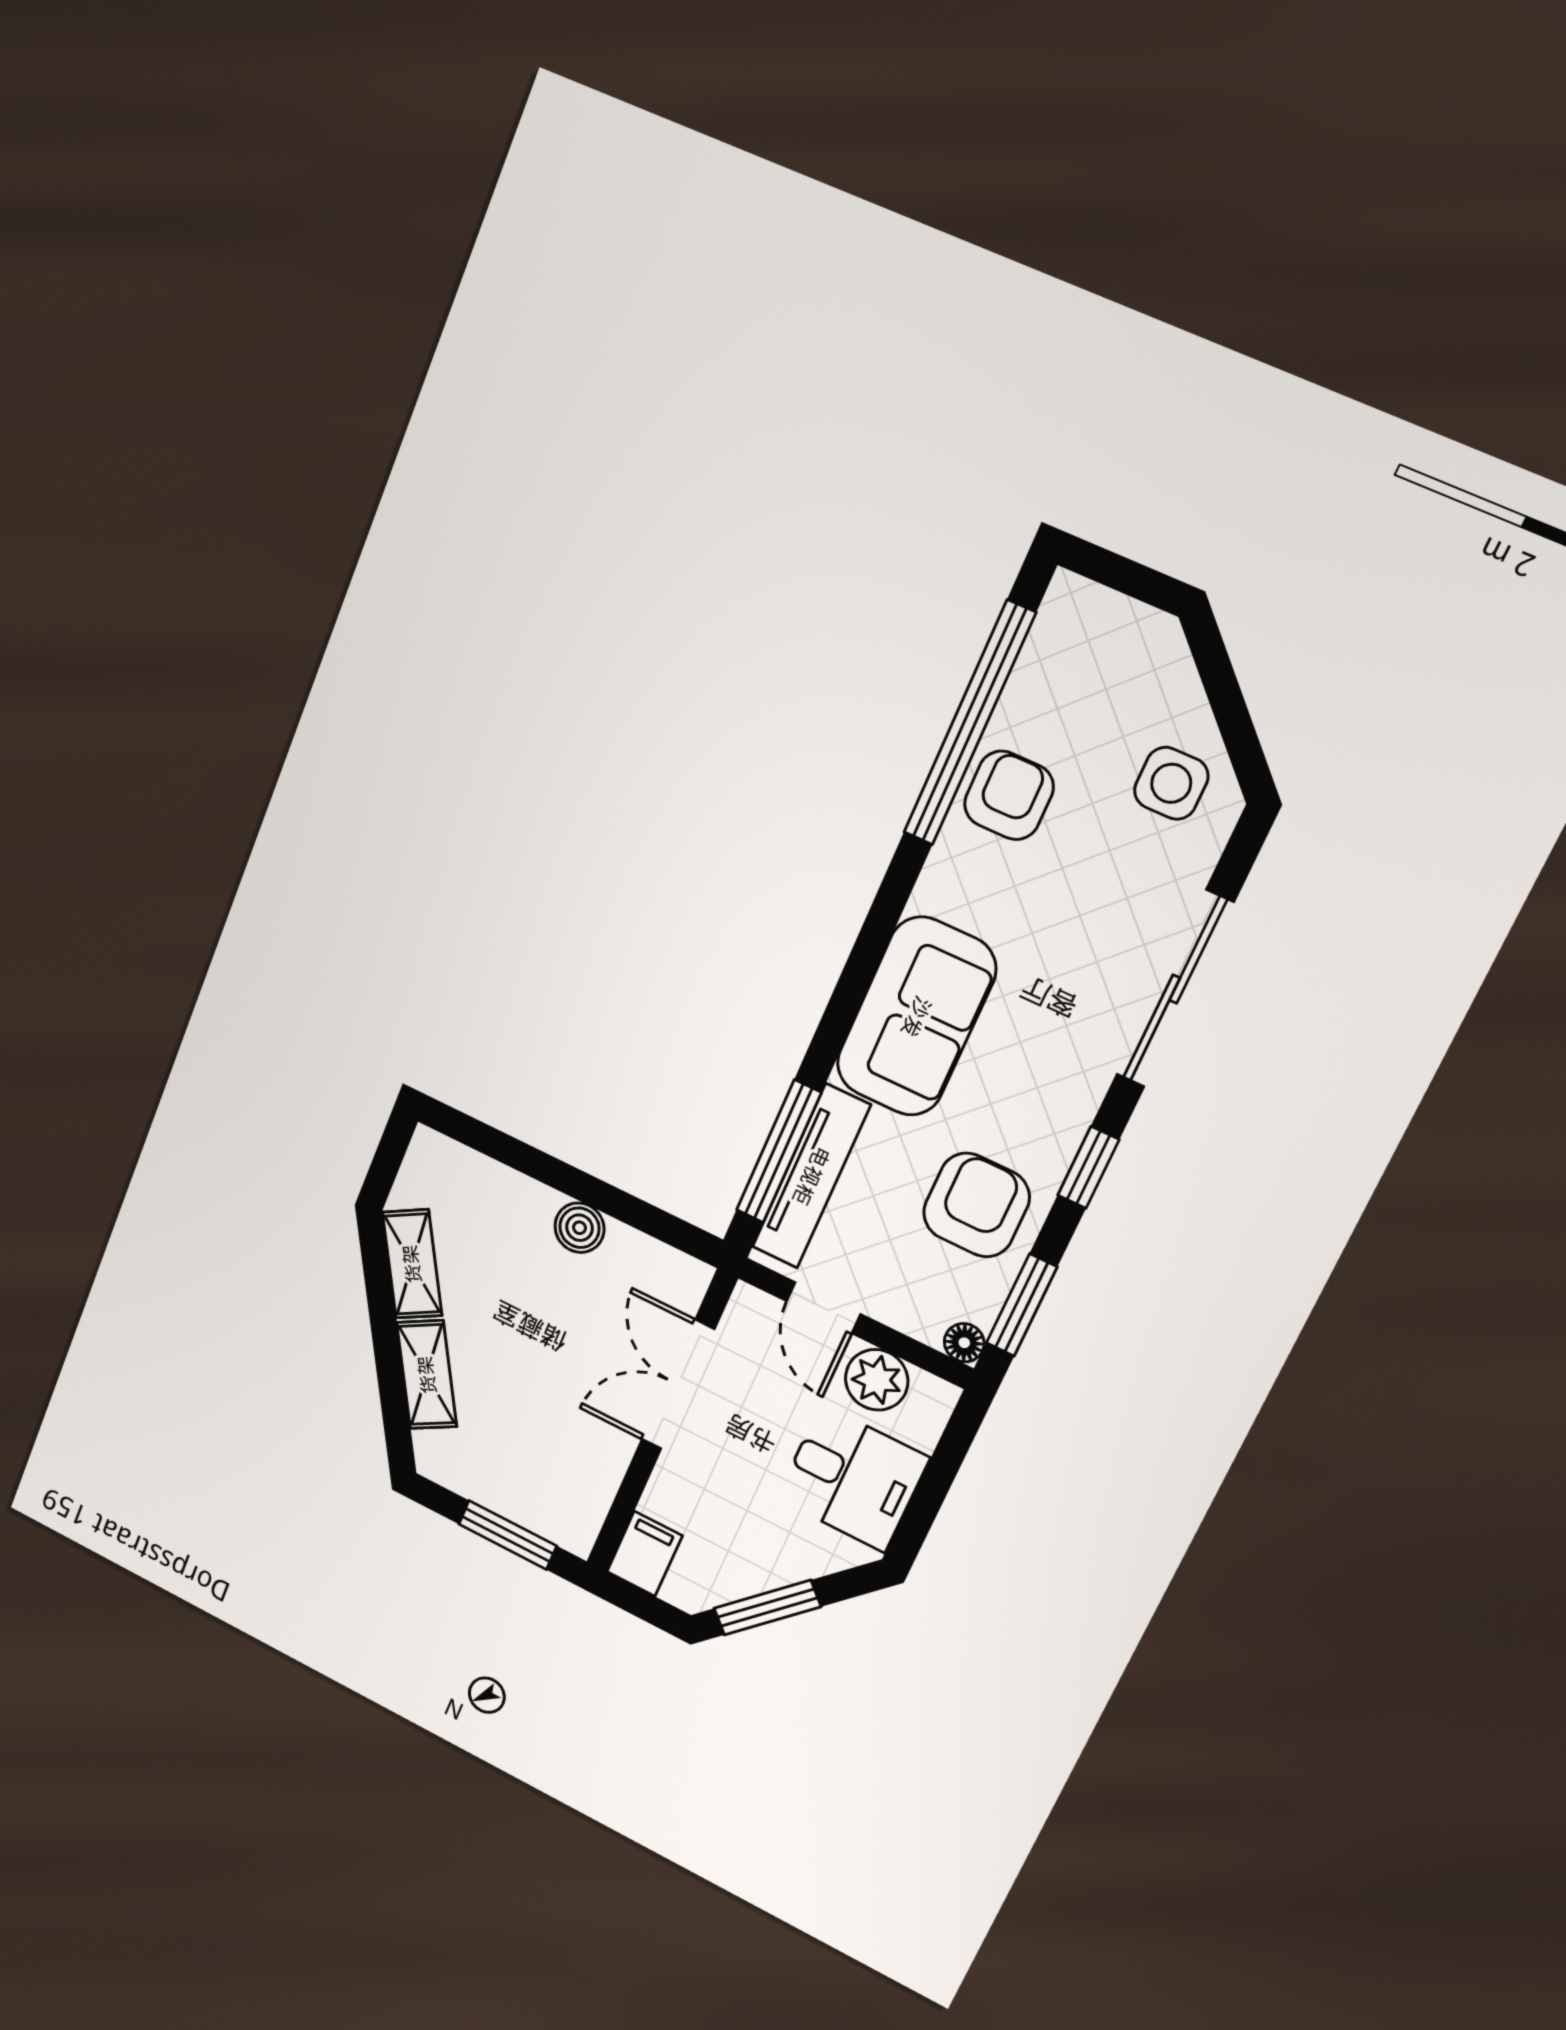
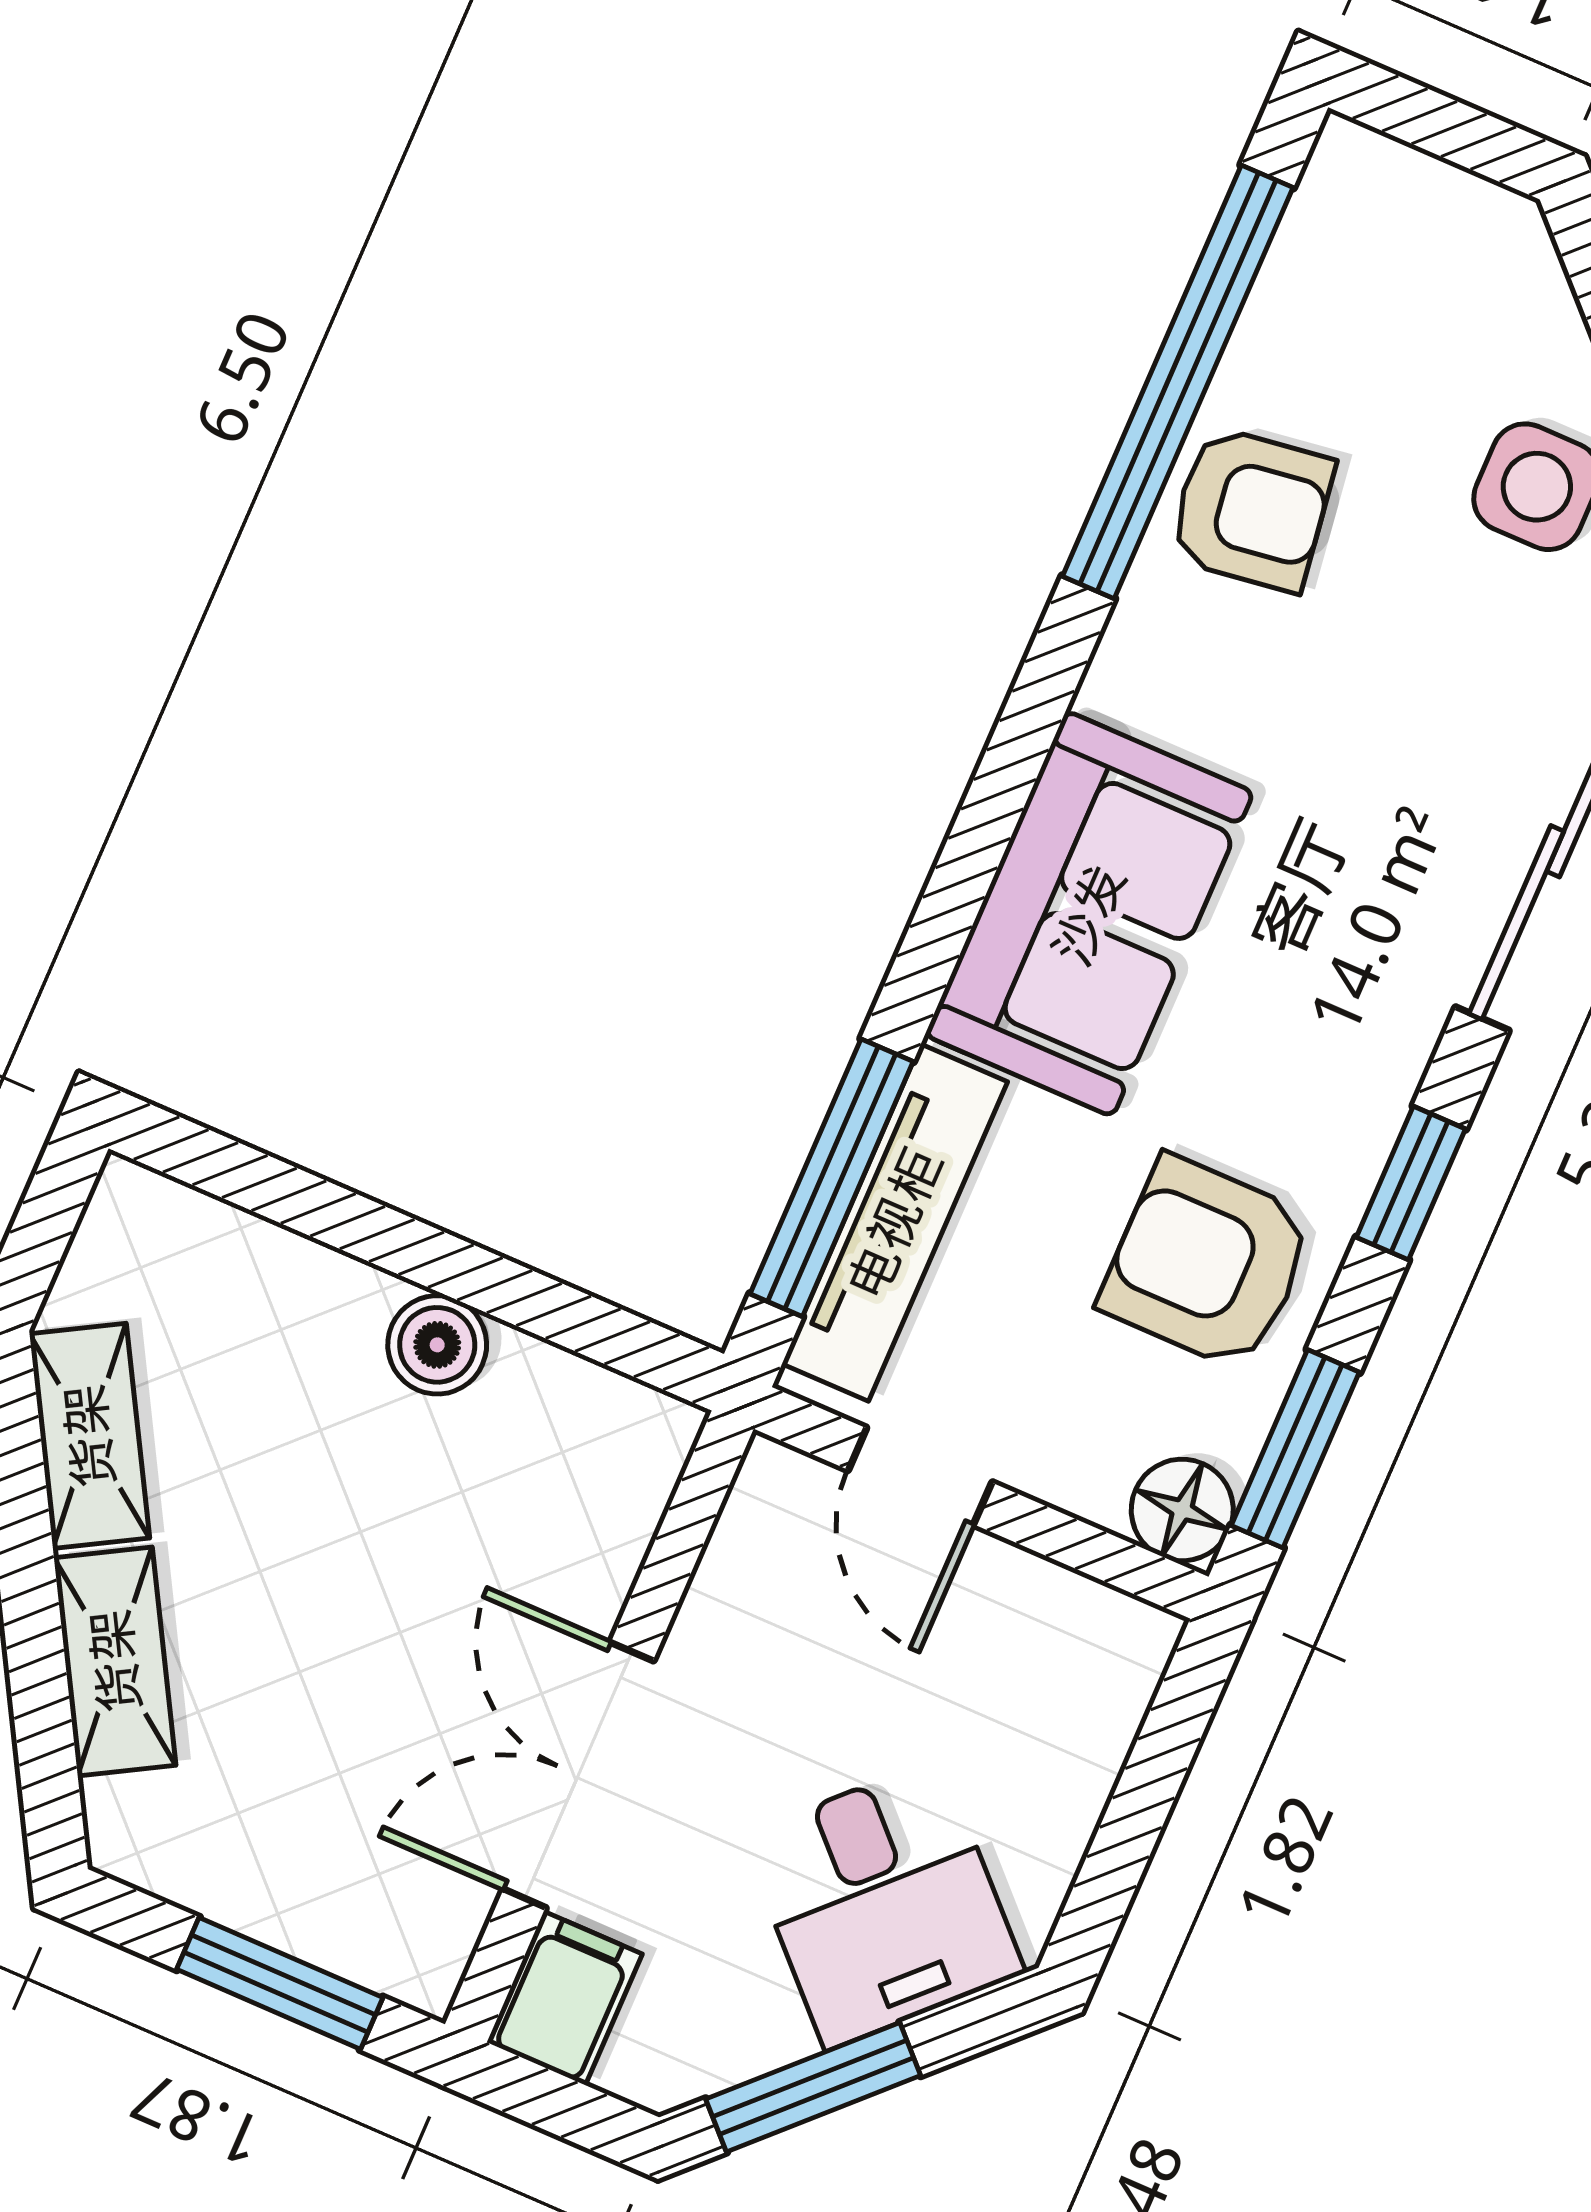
armchair: (1009, 795) -> (1251, 509), turned 82
armchair: (976, 1205) -> (1207, 1263), turned -90
floor lamp: (964, 1343) -> (1182, 1510), width x1.37, depth x1.37
plant: (877, 1380) -> (1024, 1611), removed
double door: (678, 1384) -> (578, 1775), moved
desk: (853, 1478) -> (883, 1904), moved, turned 45

